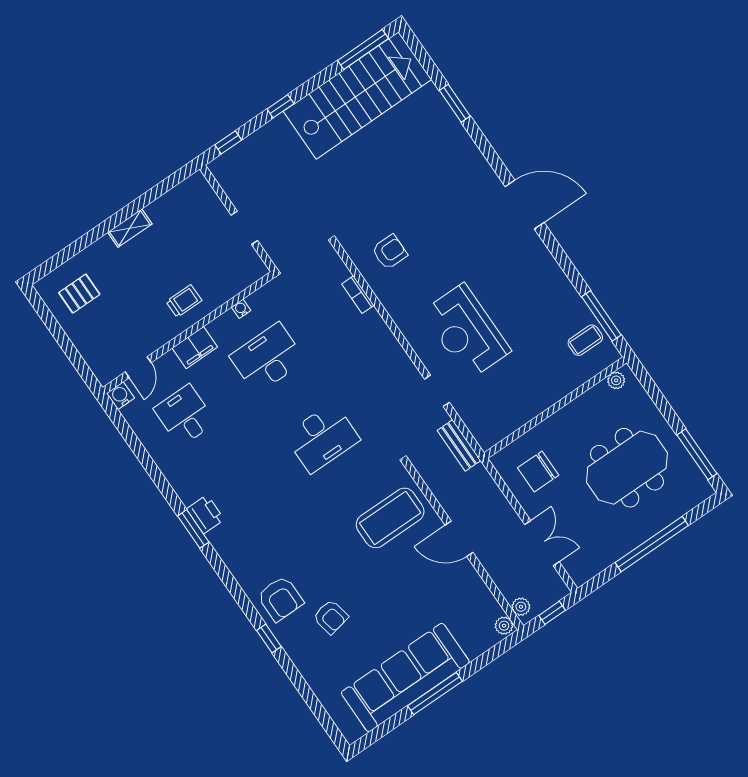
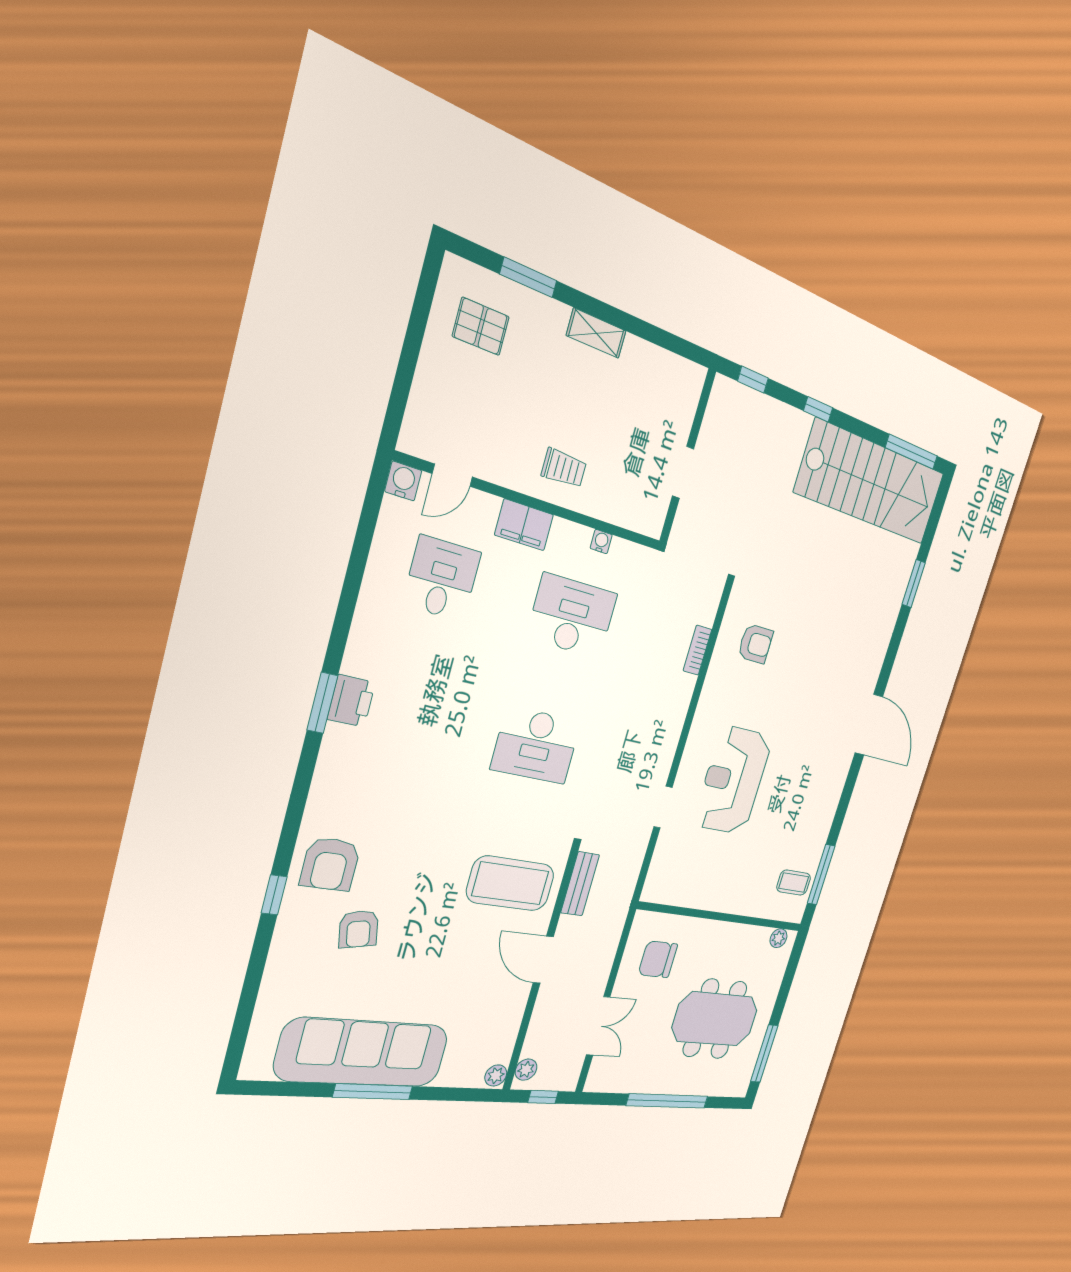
window: (75, 248) -> (528, 277), added
bench: (459, 445) -> (580, 884), moved

